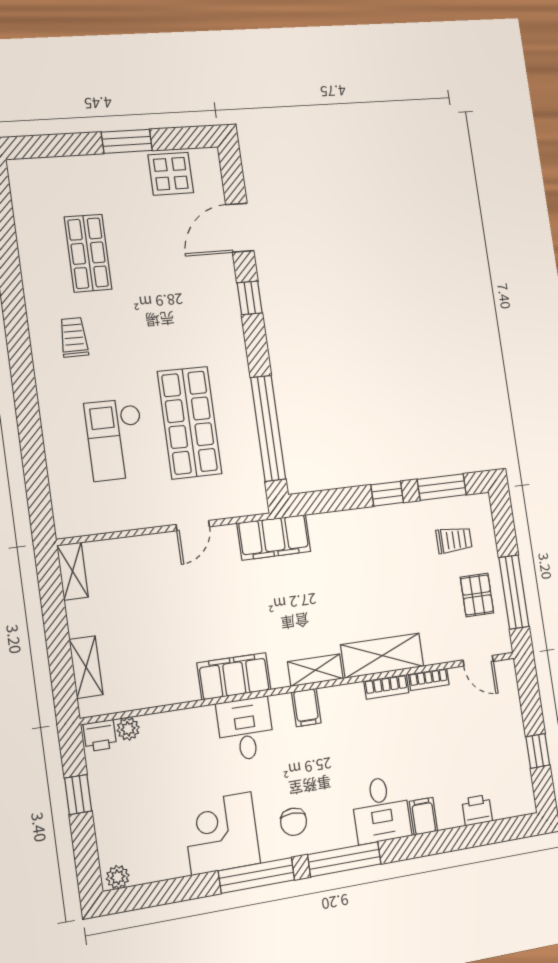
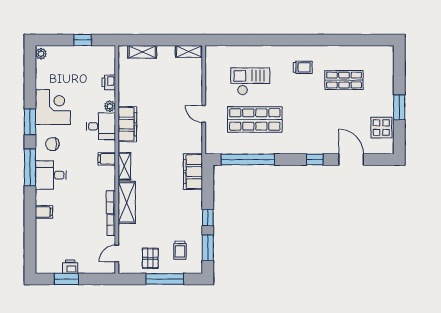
filing cabinet: (274, 537) -> (193, 172), moved
window: (514, 592) -> (165, 279), moved
pallet: (477, 595) -> (150, 258), turned 90
plant: (128, 729) -> (110, 106), moved
printer: (100, 736) -> (109, 82), moved
window: (538, 751) -> (66, 279), width x1.50
desk: (381, 810) -> (51, 175), moved
printer: (477, 810) -> (70, 267), moved, turned -90
window: (257, 875) -> (30, 122), width x0.69

